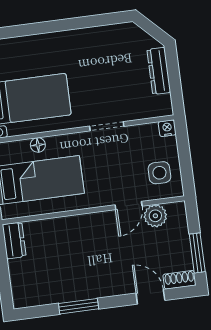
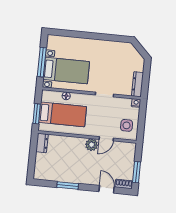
dresser: (159, 71) -> (137, 84), moved
plant: (155, 216) -> (92, 145), moved

